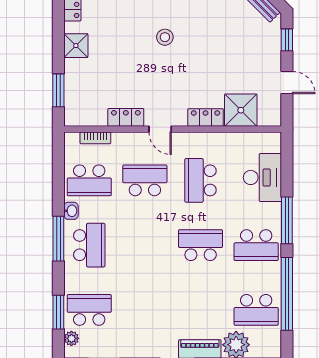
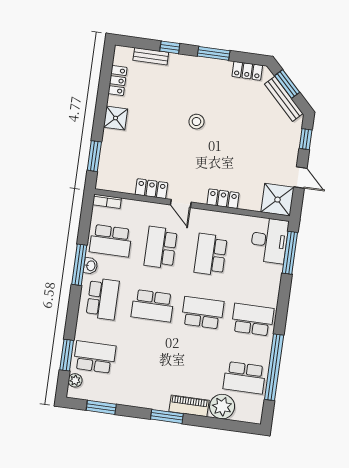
shower: (241, 110) -> (277, 200), moved
bookcase: (95, 138) -> (107, 201), moved
desk: (262, 177) -> (269, 240), moved
school desk: (145, 180) -> (161, 248), turned -90
window: (287, 220) -> (290, 253), moved
window: (58, 239) -> (79, 265), moved
school desk: (145, 245) -> (153, 306), added
school desk: (256, 245) -> (253, 320), turned 180

